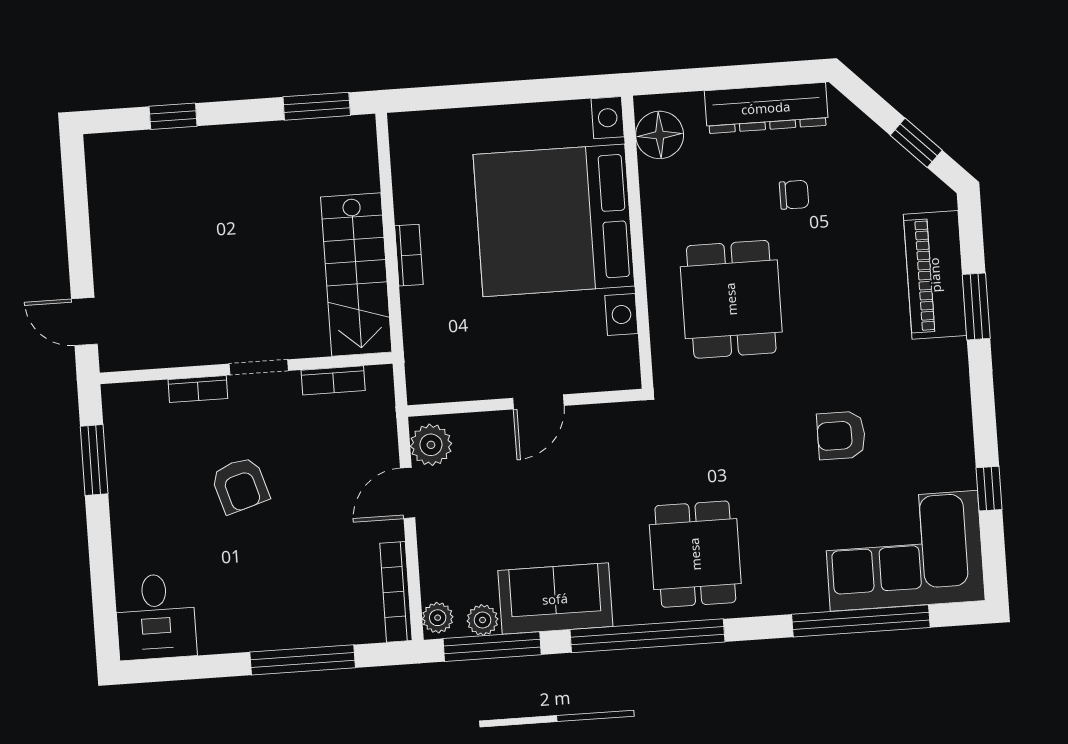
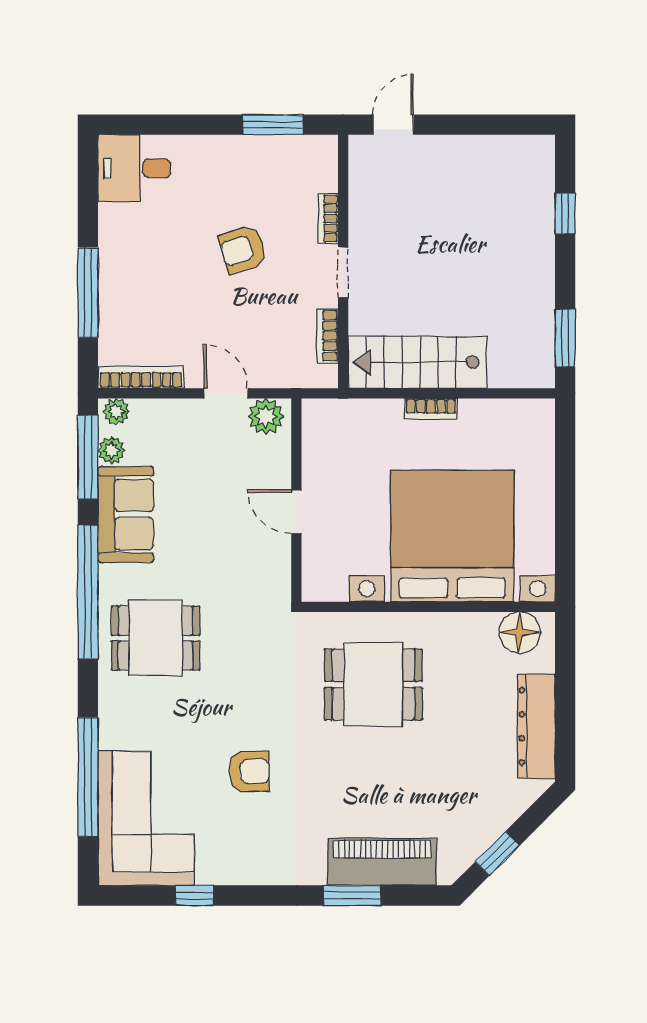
chair: (794, 195) -> (460, 745), removed
armchair: (841, 435) -> (249, 771), turned 90

